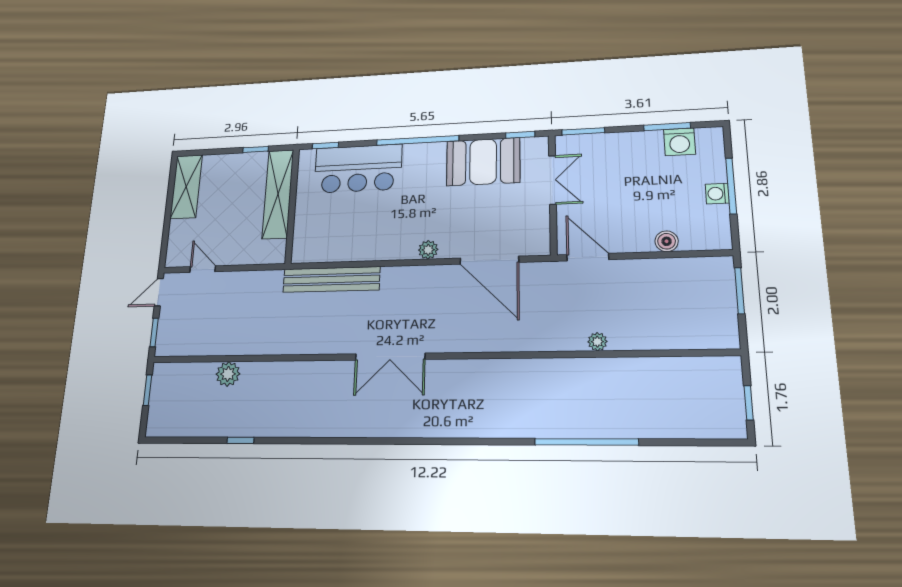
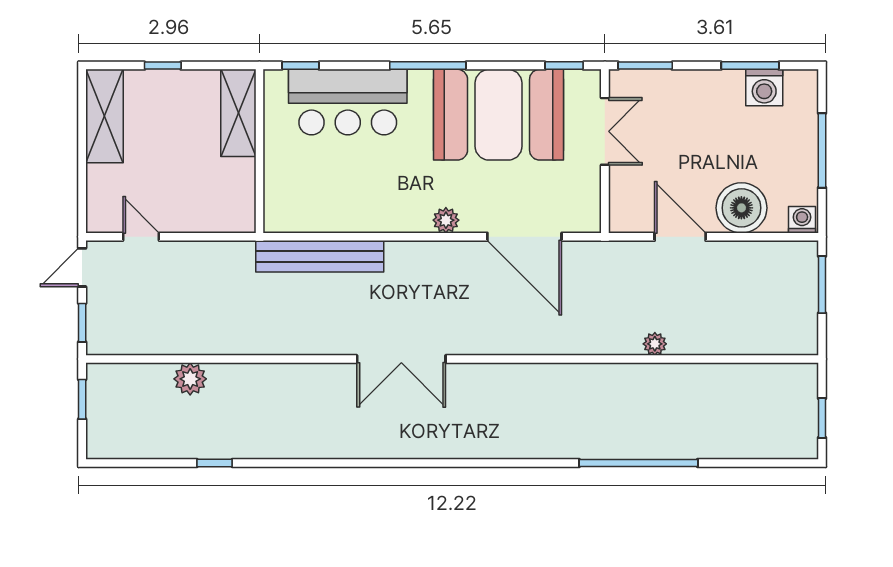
window: (418, 140) -> (428, 66), width x0.68
window: (256, 149) -> (163, 66), moved
booth: (483, 162) -> (499, 115), width x1.36, depth x1.42
shelving: (278, 194) -> (238, 113), width x0.68
washing machine: (717, 194) -> (802, 220), moved, turned 90
boiler: (667, 241) -> (741, 208), width x1.86, depth x1.86
door: (588, 257) -> (680, 237), moved

